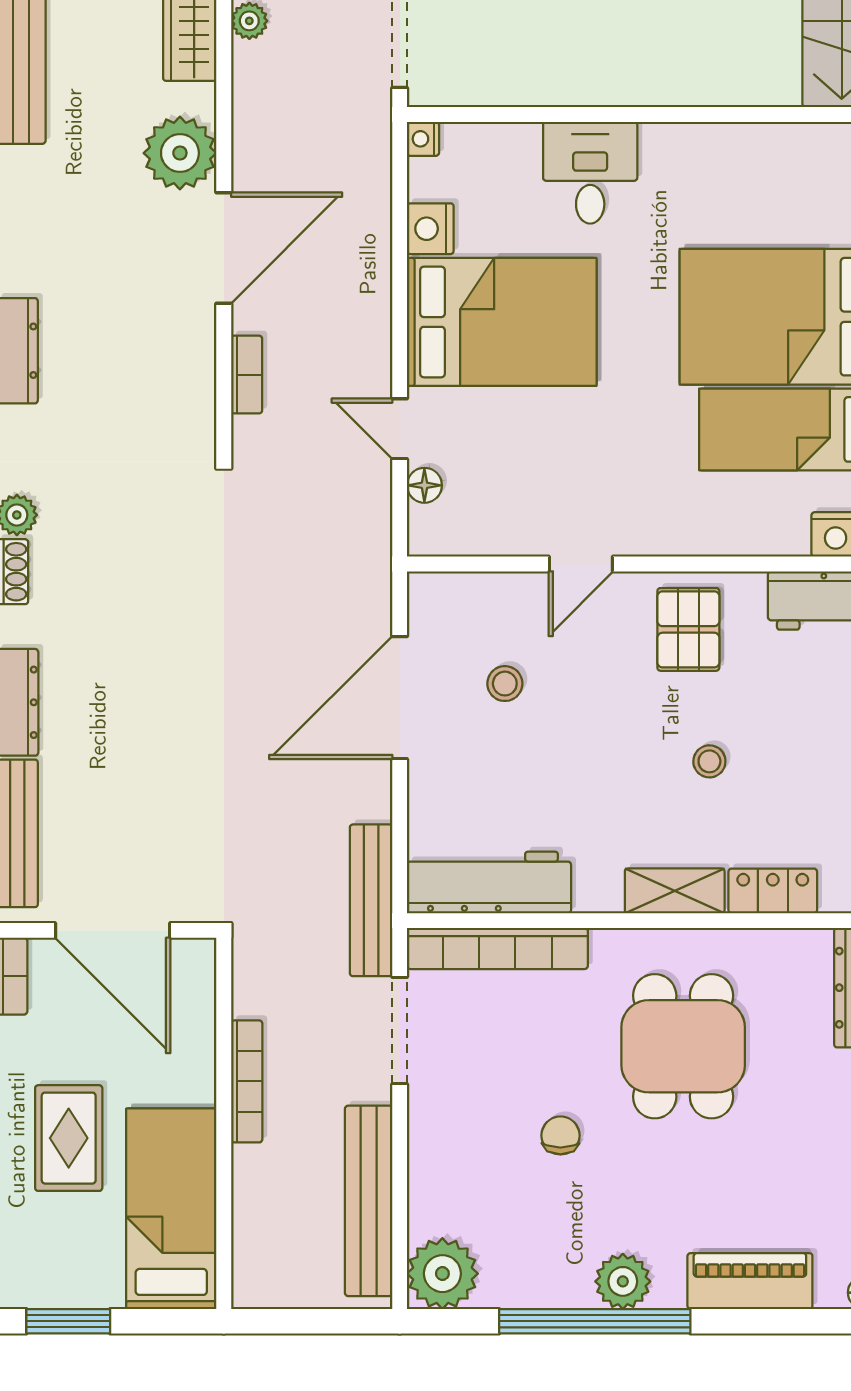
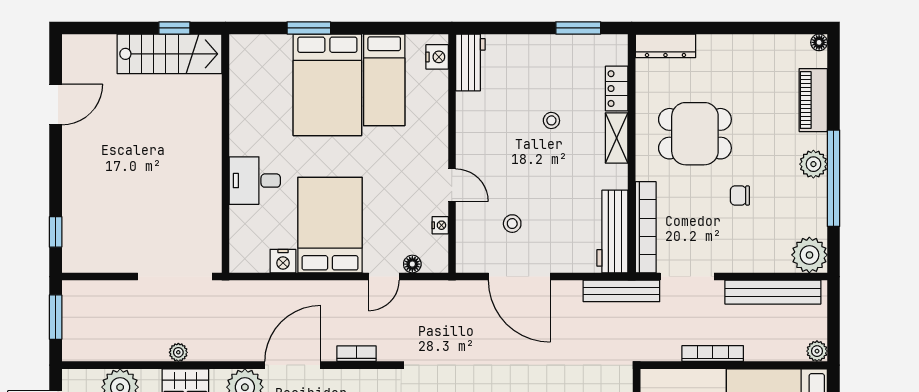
nightstand: (423, 139) -> (440, 225), moved, turned -90
door: (224, 248) -> (293, 365), hinge flipped
pallet: (688, 629) -> (485, 131), removed
plant: (252, 1288) -> (817, 351), added

